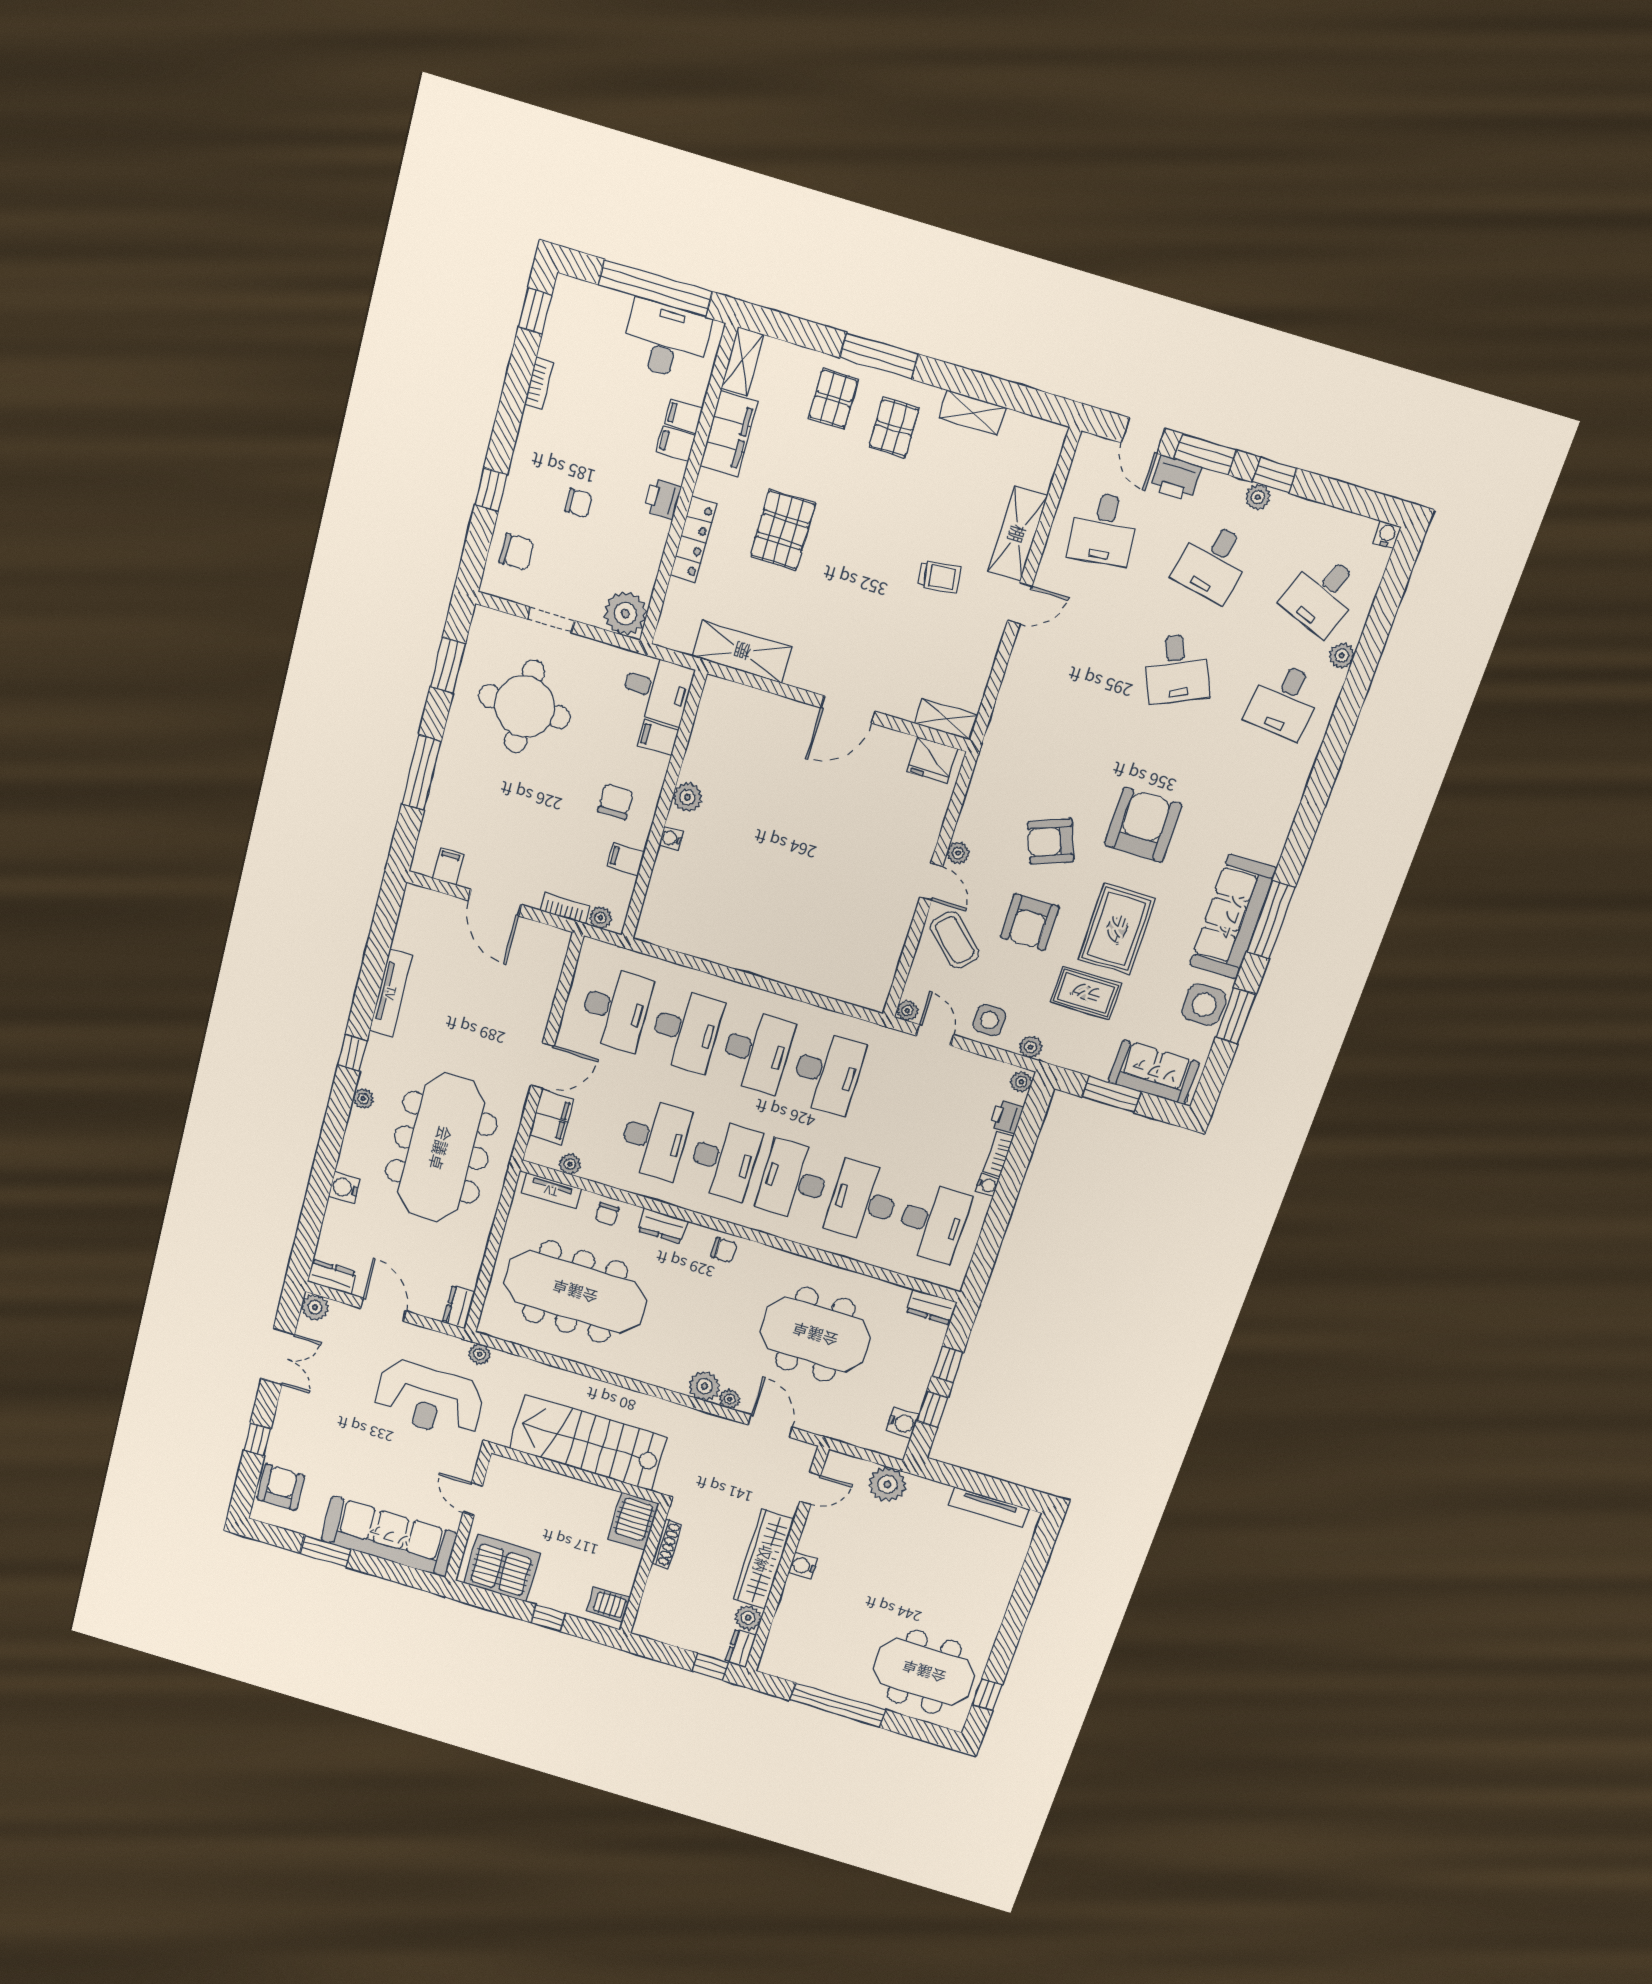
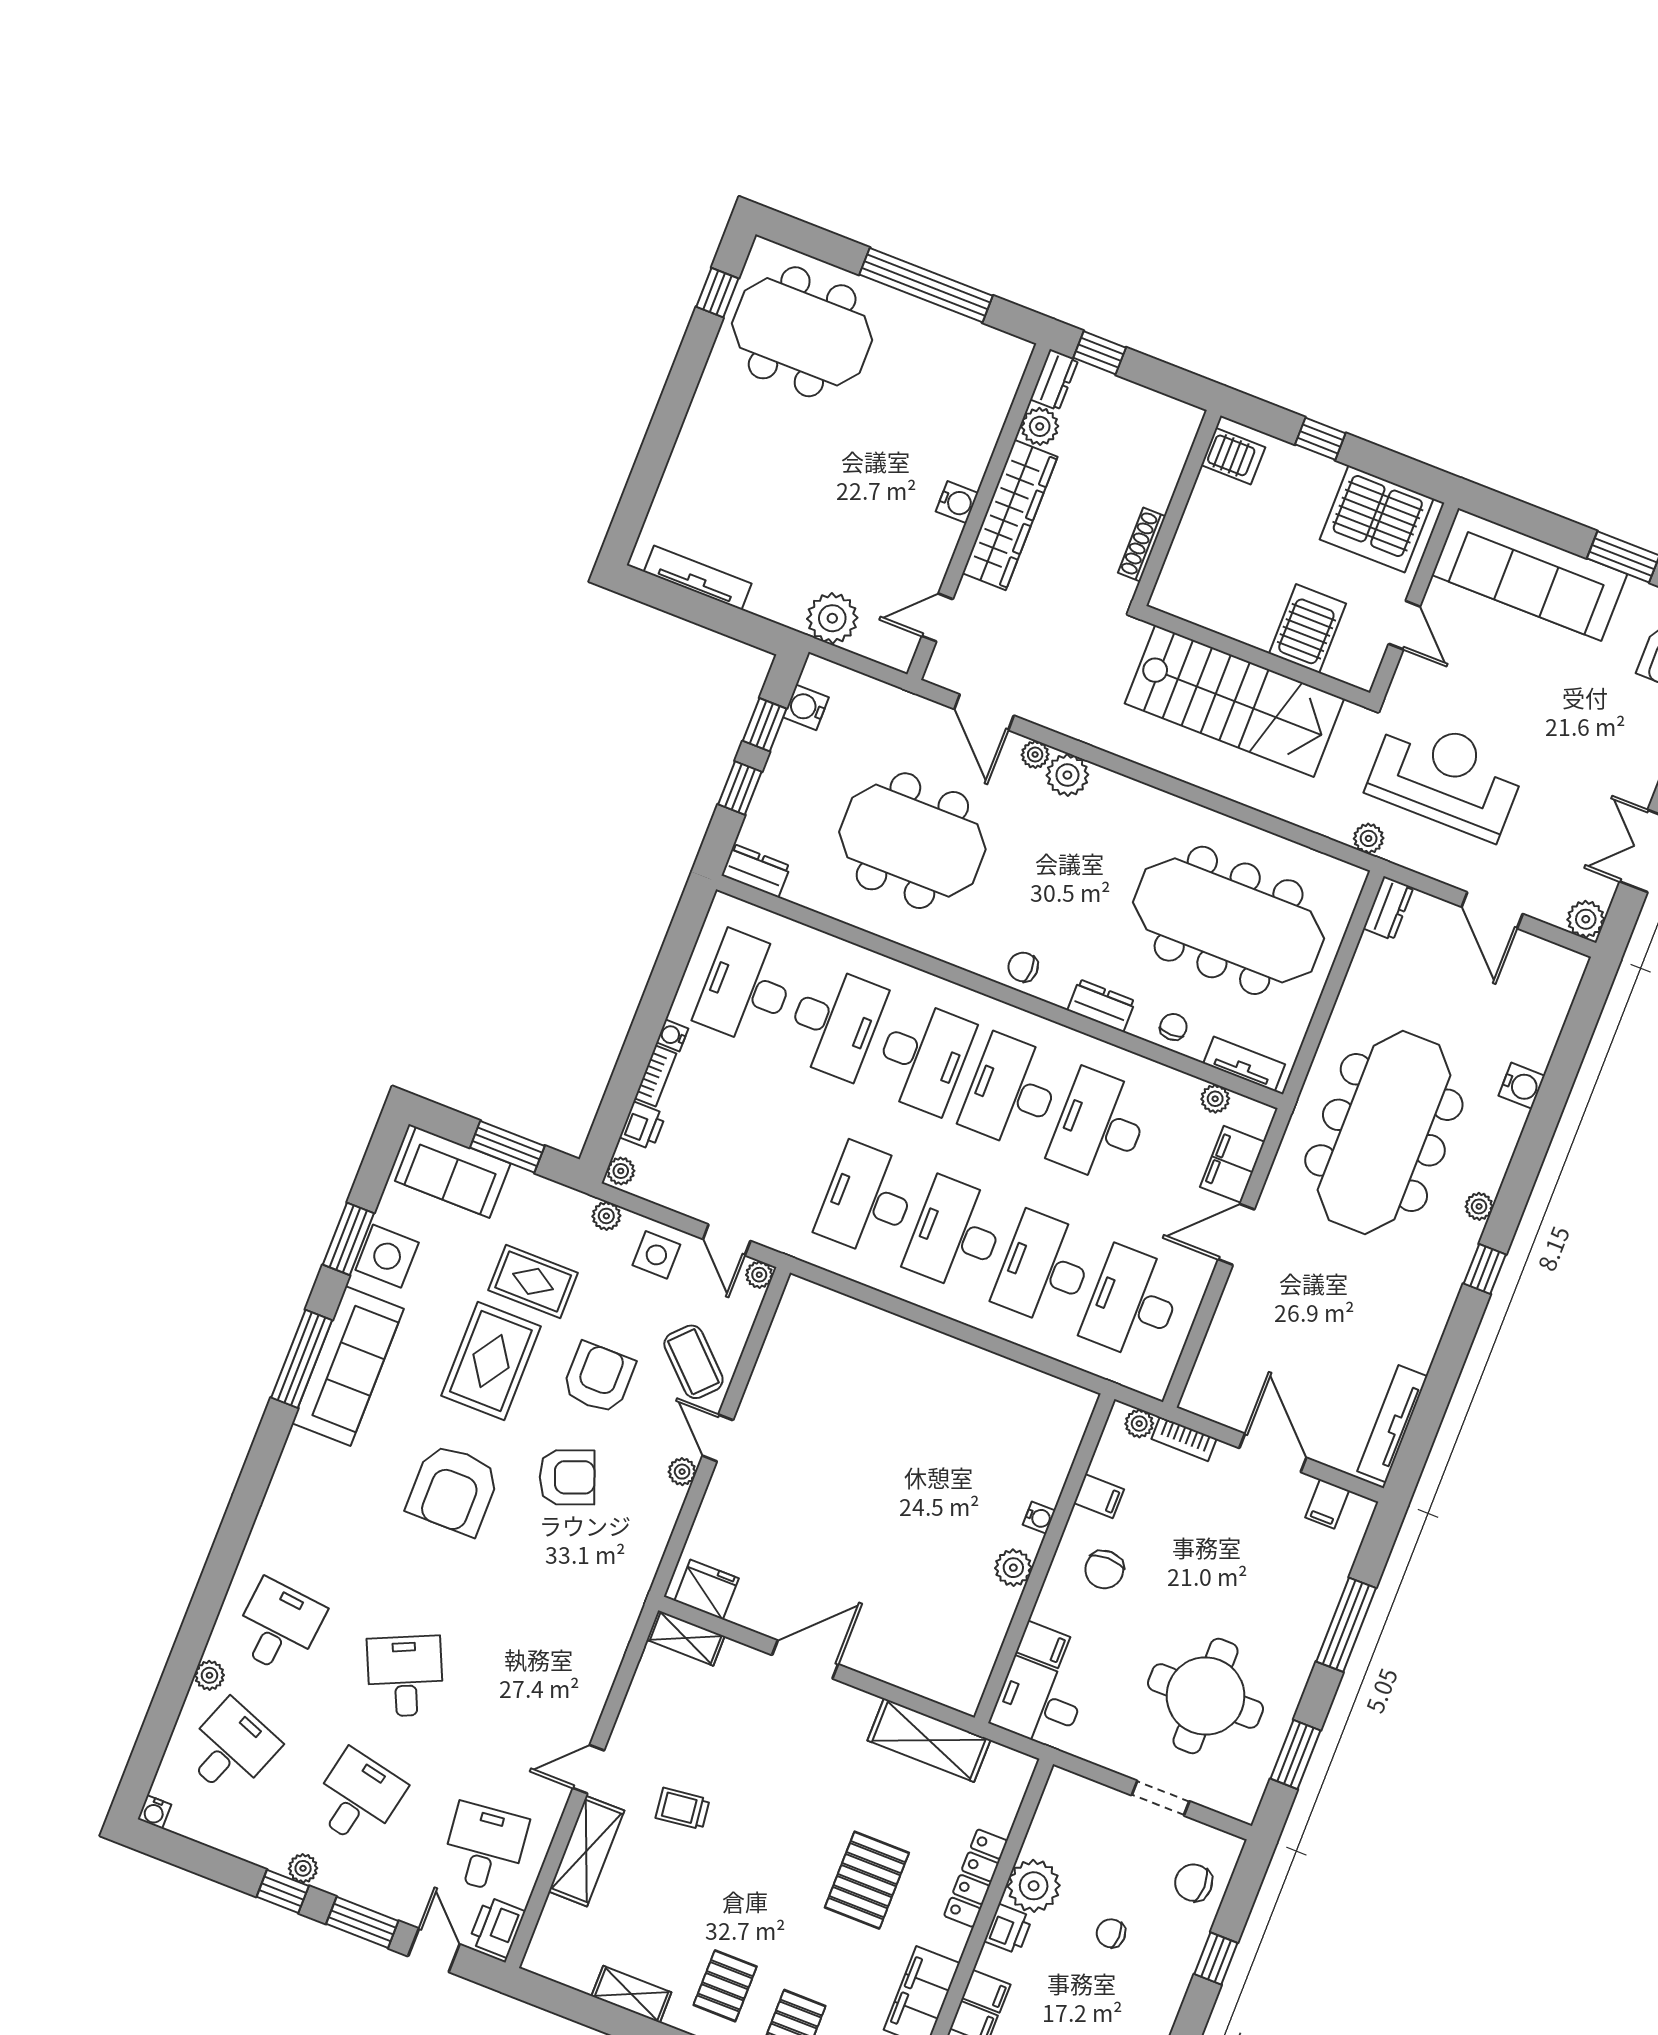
printer: (1176, 478) -> (497, 1927), moved, turned -90
plant: (625, 614) -> (1034, 1886), moved
tv unit: (391, 993) -> (1392, 1424), moved
dresser: (332, 1277) -> (1557, 962), removed
server rack: (633, 1521) -> (1307, 629), moved

